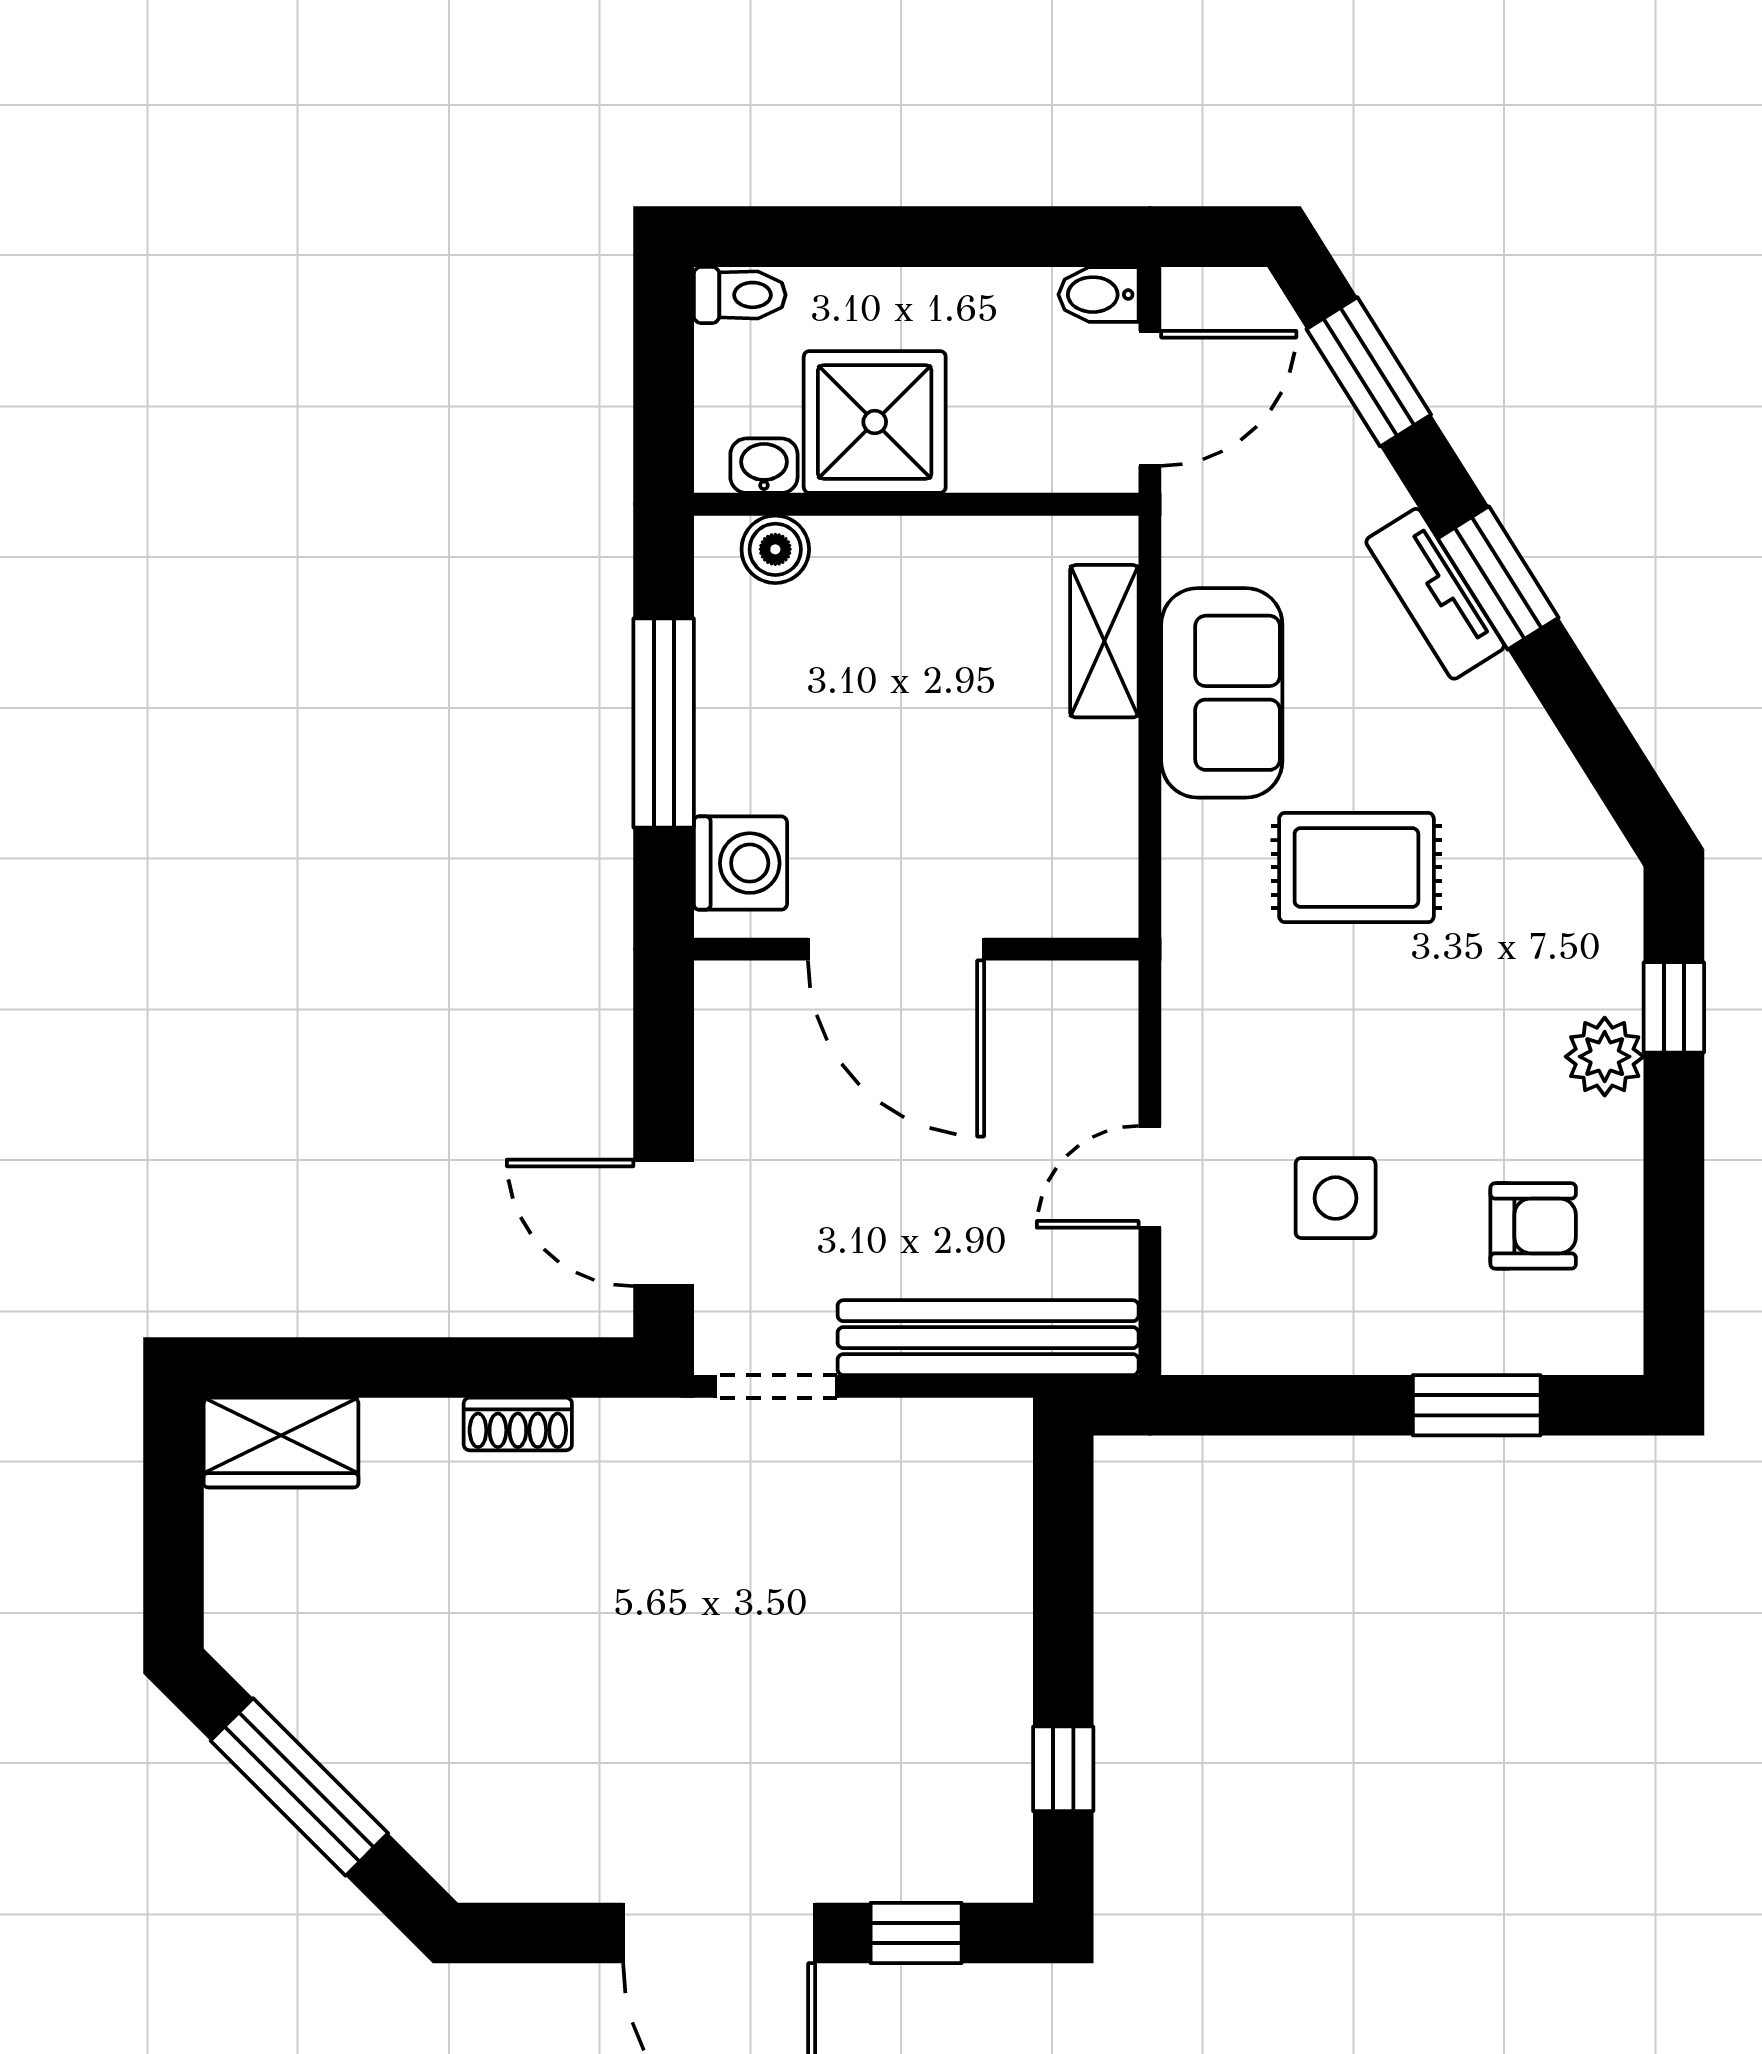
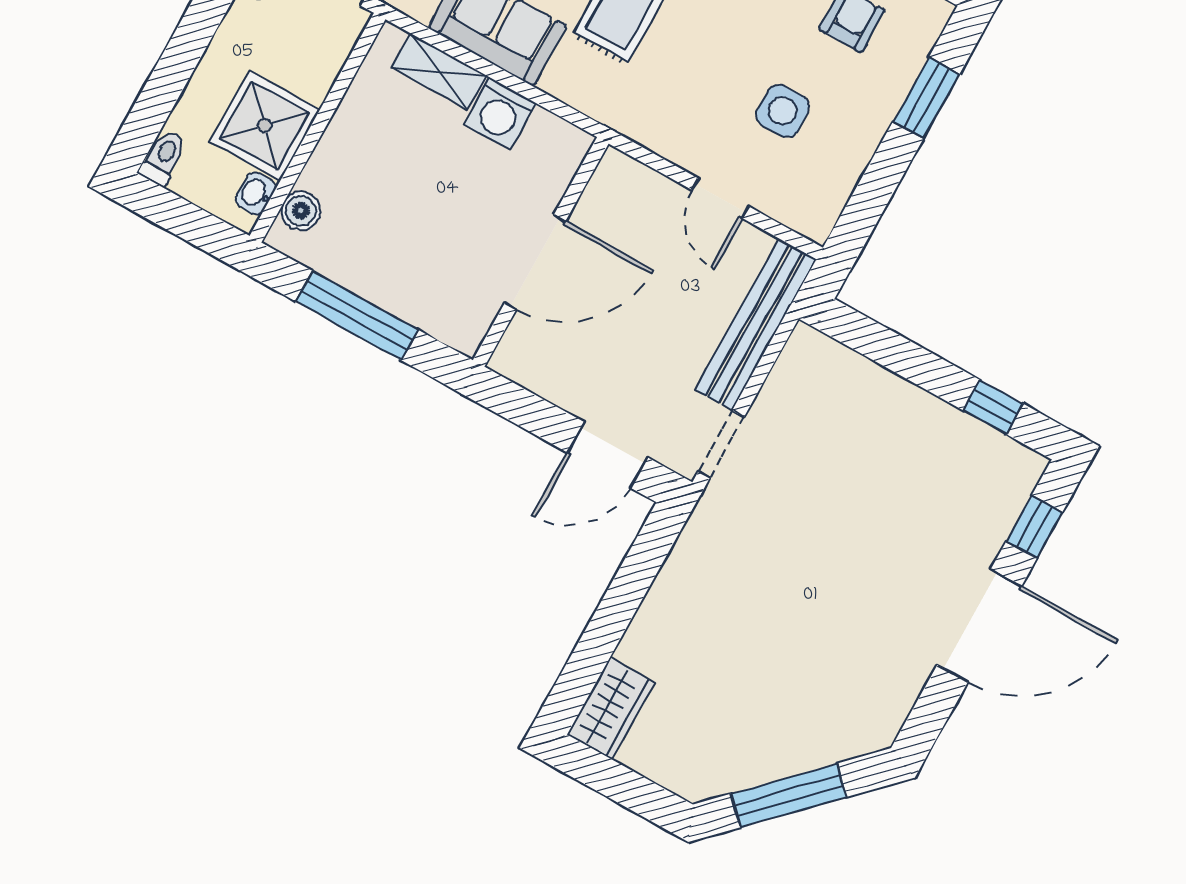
washing machine: (740, 863) -> (500, 114), moved, turned 180
shoe rack: (518, 1424) -> (668, 584), removed

